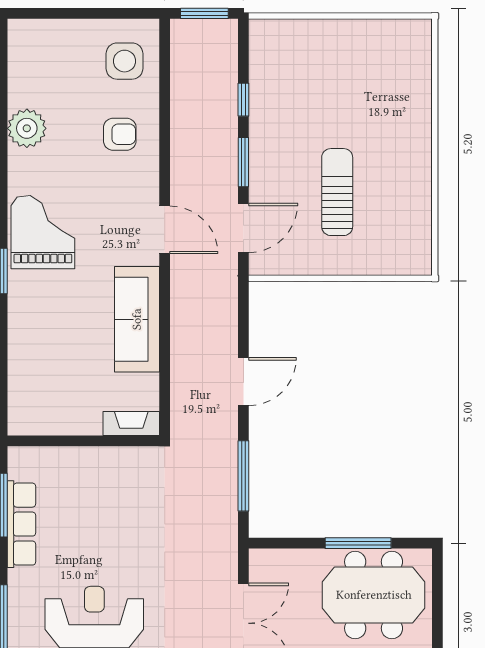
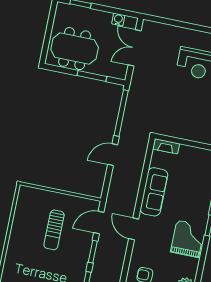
grand piano: (43, 232) -> (188, 239), turned 180
window: (243, 476) -> (121, 113), width x1.46
window: (358, 543) -> (92, 76), moved

